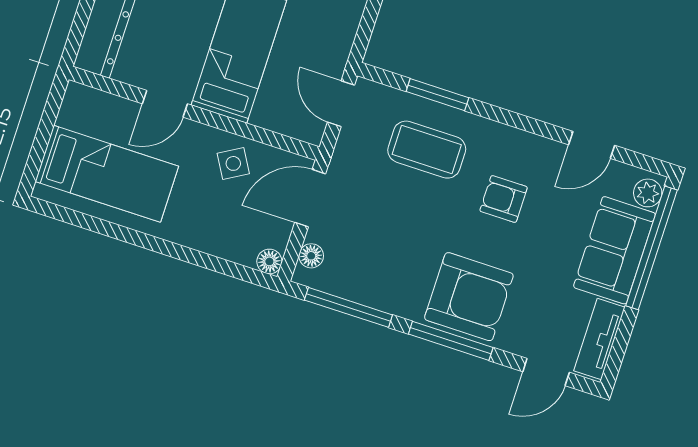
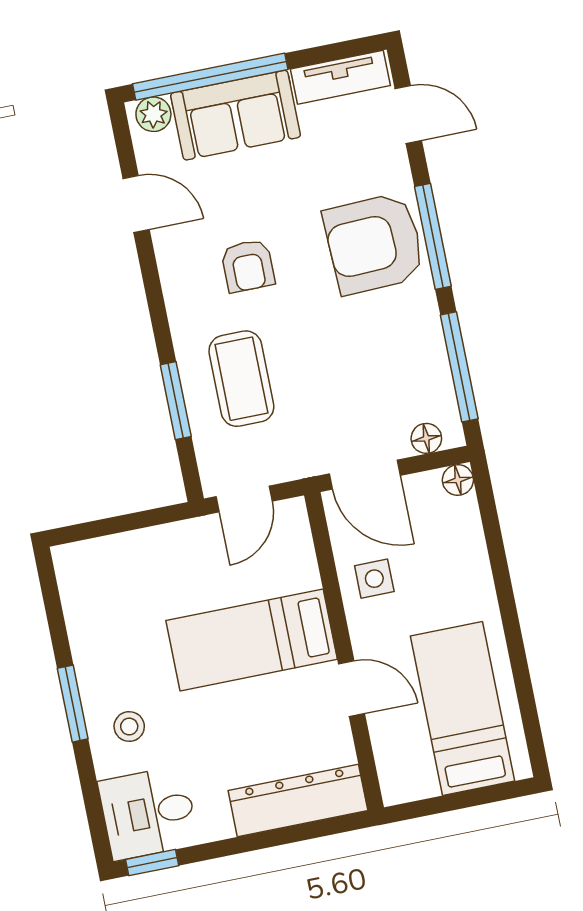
side table: (233, 163) -> (374, 579), turned 30
armchair: (469, 297) -> (374, 244), turned -92

